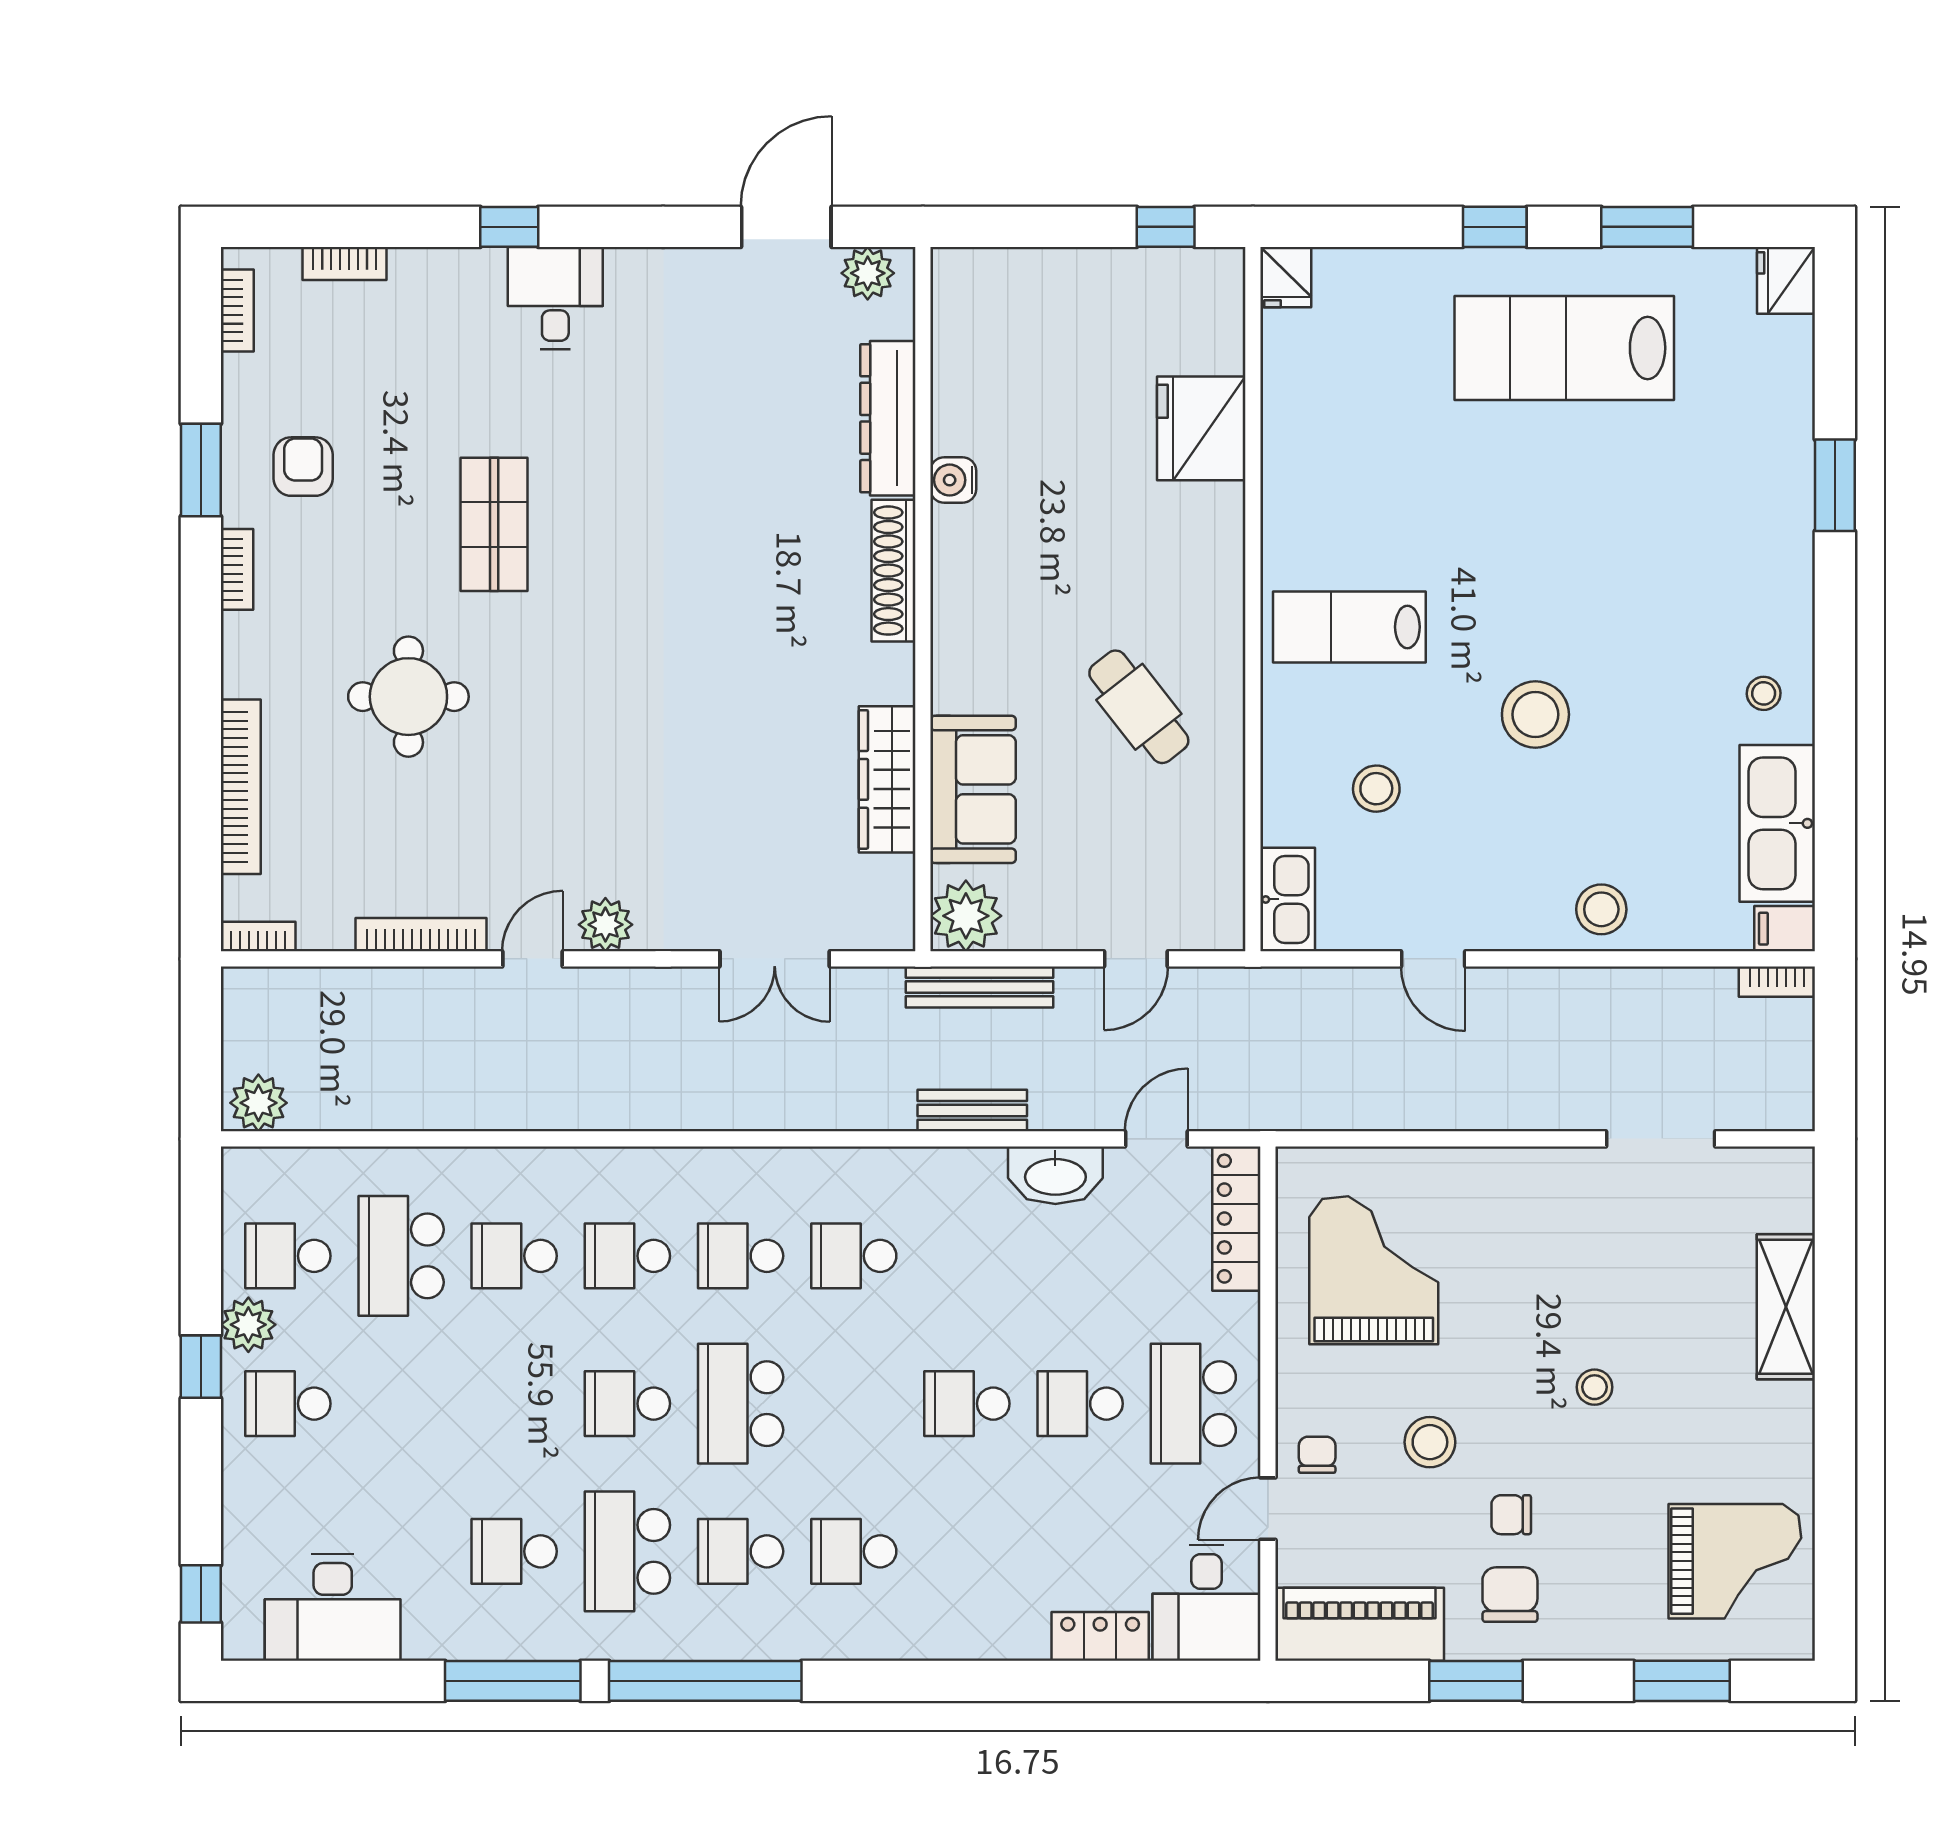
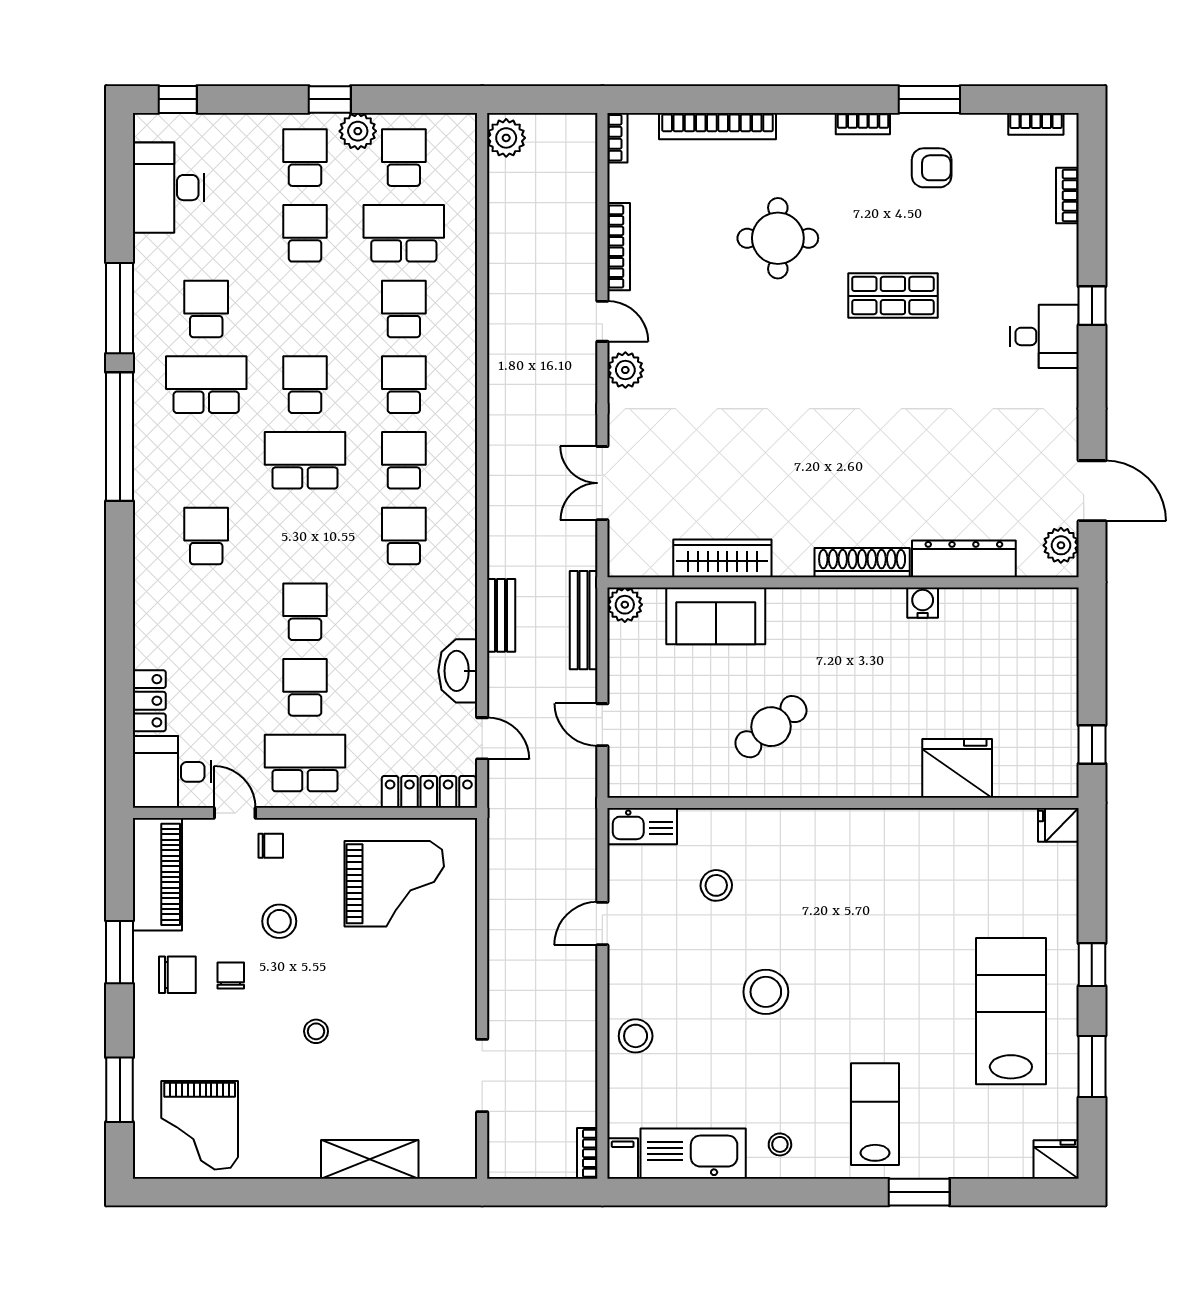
lab bench: (1349, 627) -> (875, 1114), moved
plant: (966, 916) -> (625, 605), width x0.73, depth x0.73
school desk: (741, 1551) -> (305, 233), moved

